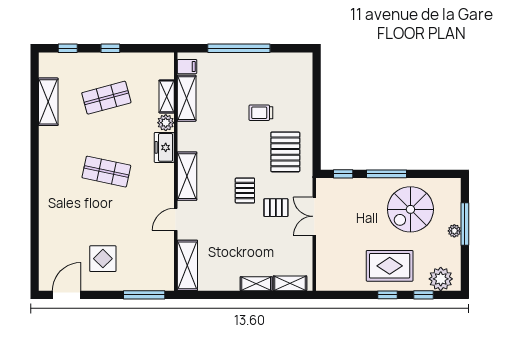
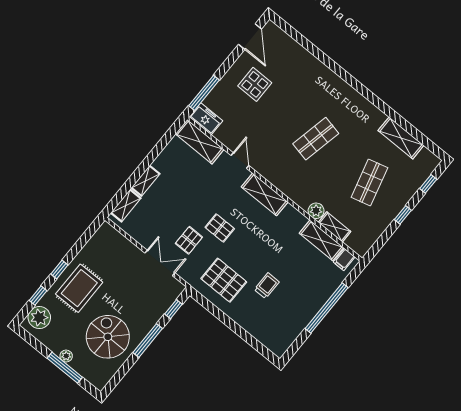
freezer: (164, 147) -> (206, 119), moved

